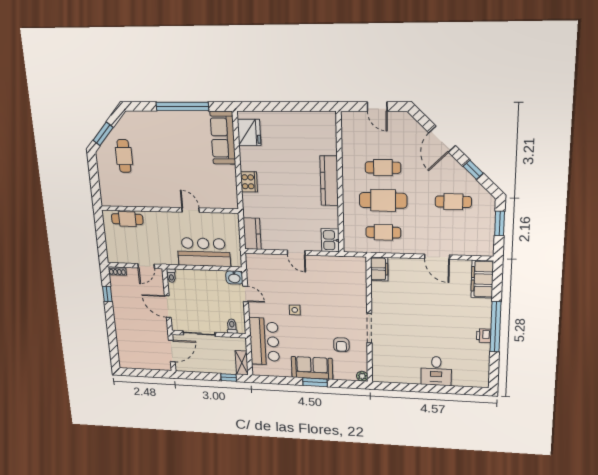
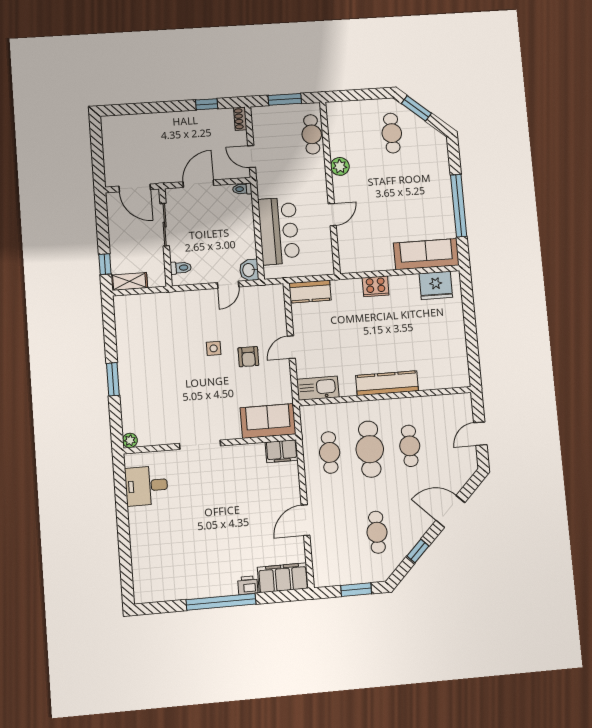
cafe table: (124, 156) -> (392, 133), turned 90
plant: (152, 200) -> (340, 166), added
window: (101, 237) -> (285, 99), added
kitchen sink: (330, 240) -> (318, 388), width x1.38
printer: (484, 336) -> (248, 585), moved
bar counter: (264, 341) -> (164, 310), removed
armchair: (341, 345) -> (248, 357), moved, turned -90
sofa: (312, 368) -> (268, 421), moved, turned -90
desk: (436, 371) -> (146, 486), moved

